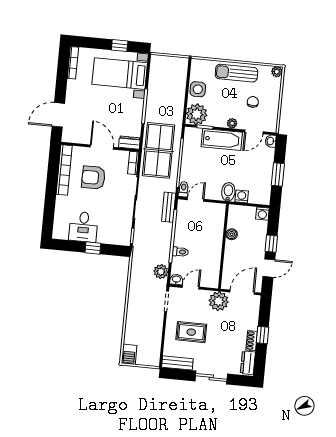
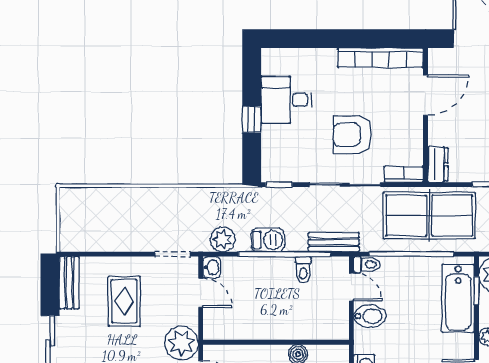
bathtub: (222, 140) -> (458, 298), moved
door: (102, 147) -> (426, 95), moved
armchair: (93, 178) -> (352, 135), moved, turned -90
bidet: (228, 192) -> (370, 316), moved
toilet: (180, 252) -> (303, 270), moved
barbecue: (129, 354) -> (268, 240), moved, turned 180

